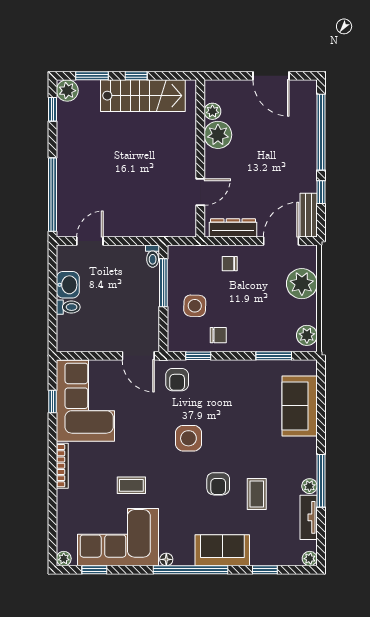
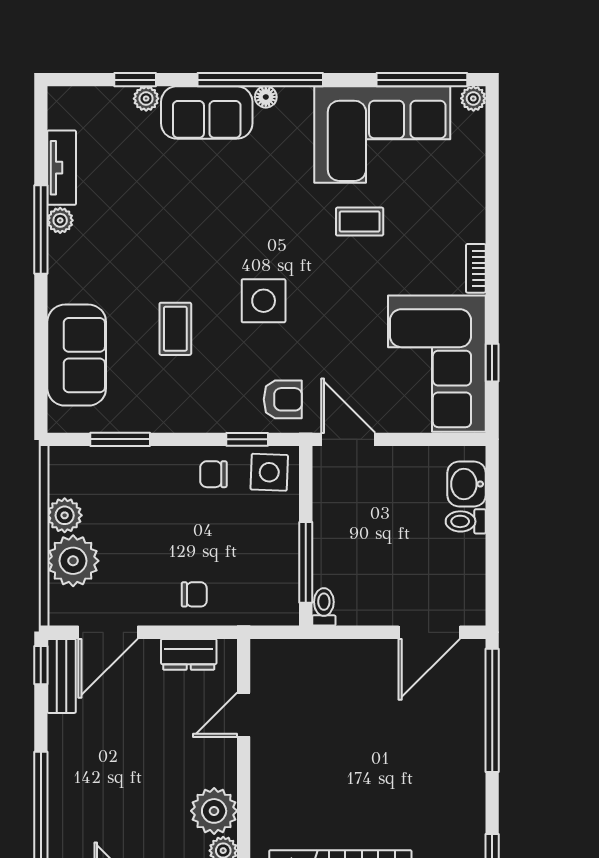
window: (321, 192) -> (41, 665), moved
dresser: (233, 228) -> (189, 654), width x0.70
door: (90, 241) -> (429, 632), width x1.38
washbasin: (68, 285) -> (467, 484), moved
side table: (195, 306) -> (269, 472), moved
plant: (307, 335) -> (65, 515), moved
armchair: (177, 380) -> (283, 399), turned 90
bookcase: (62, 466) -> (476, 268), width x0.64
armchair: (218, 484) -> (214, 224), removed
coffee table: (257, 494) -> (175, 329), moved
floor lamp: (166, 559) -> (266, 97), moved
plant: (310, 559) -> (146, 99), moved
window: (94, 570) -> (422, 80), width x2.17

